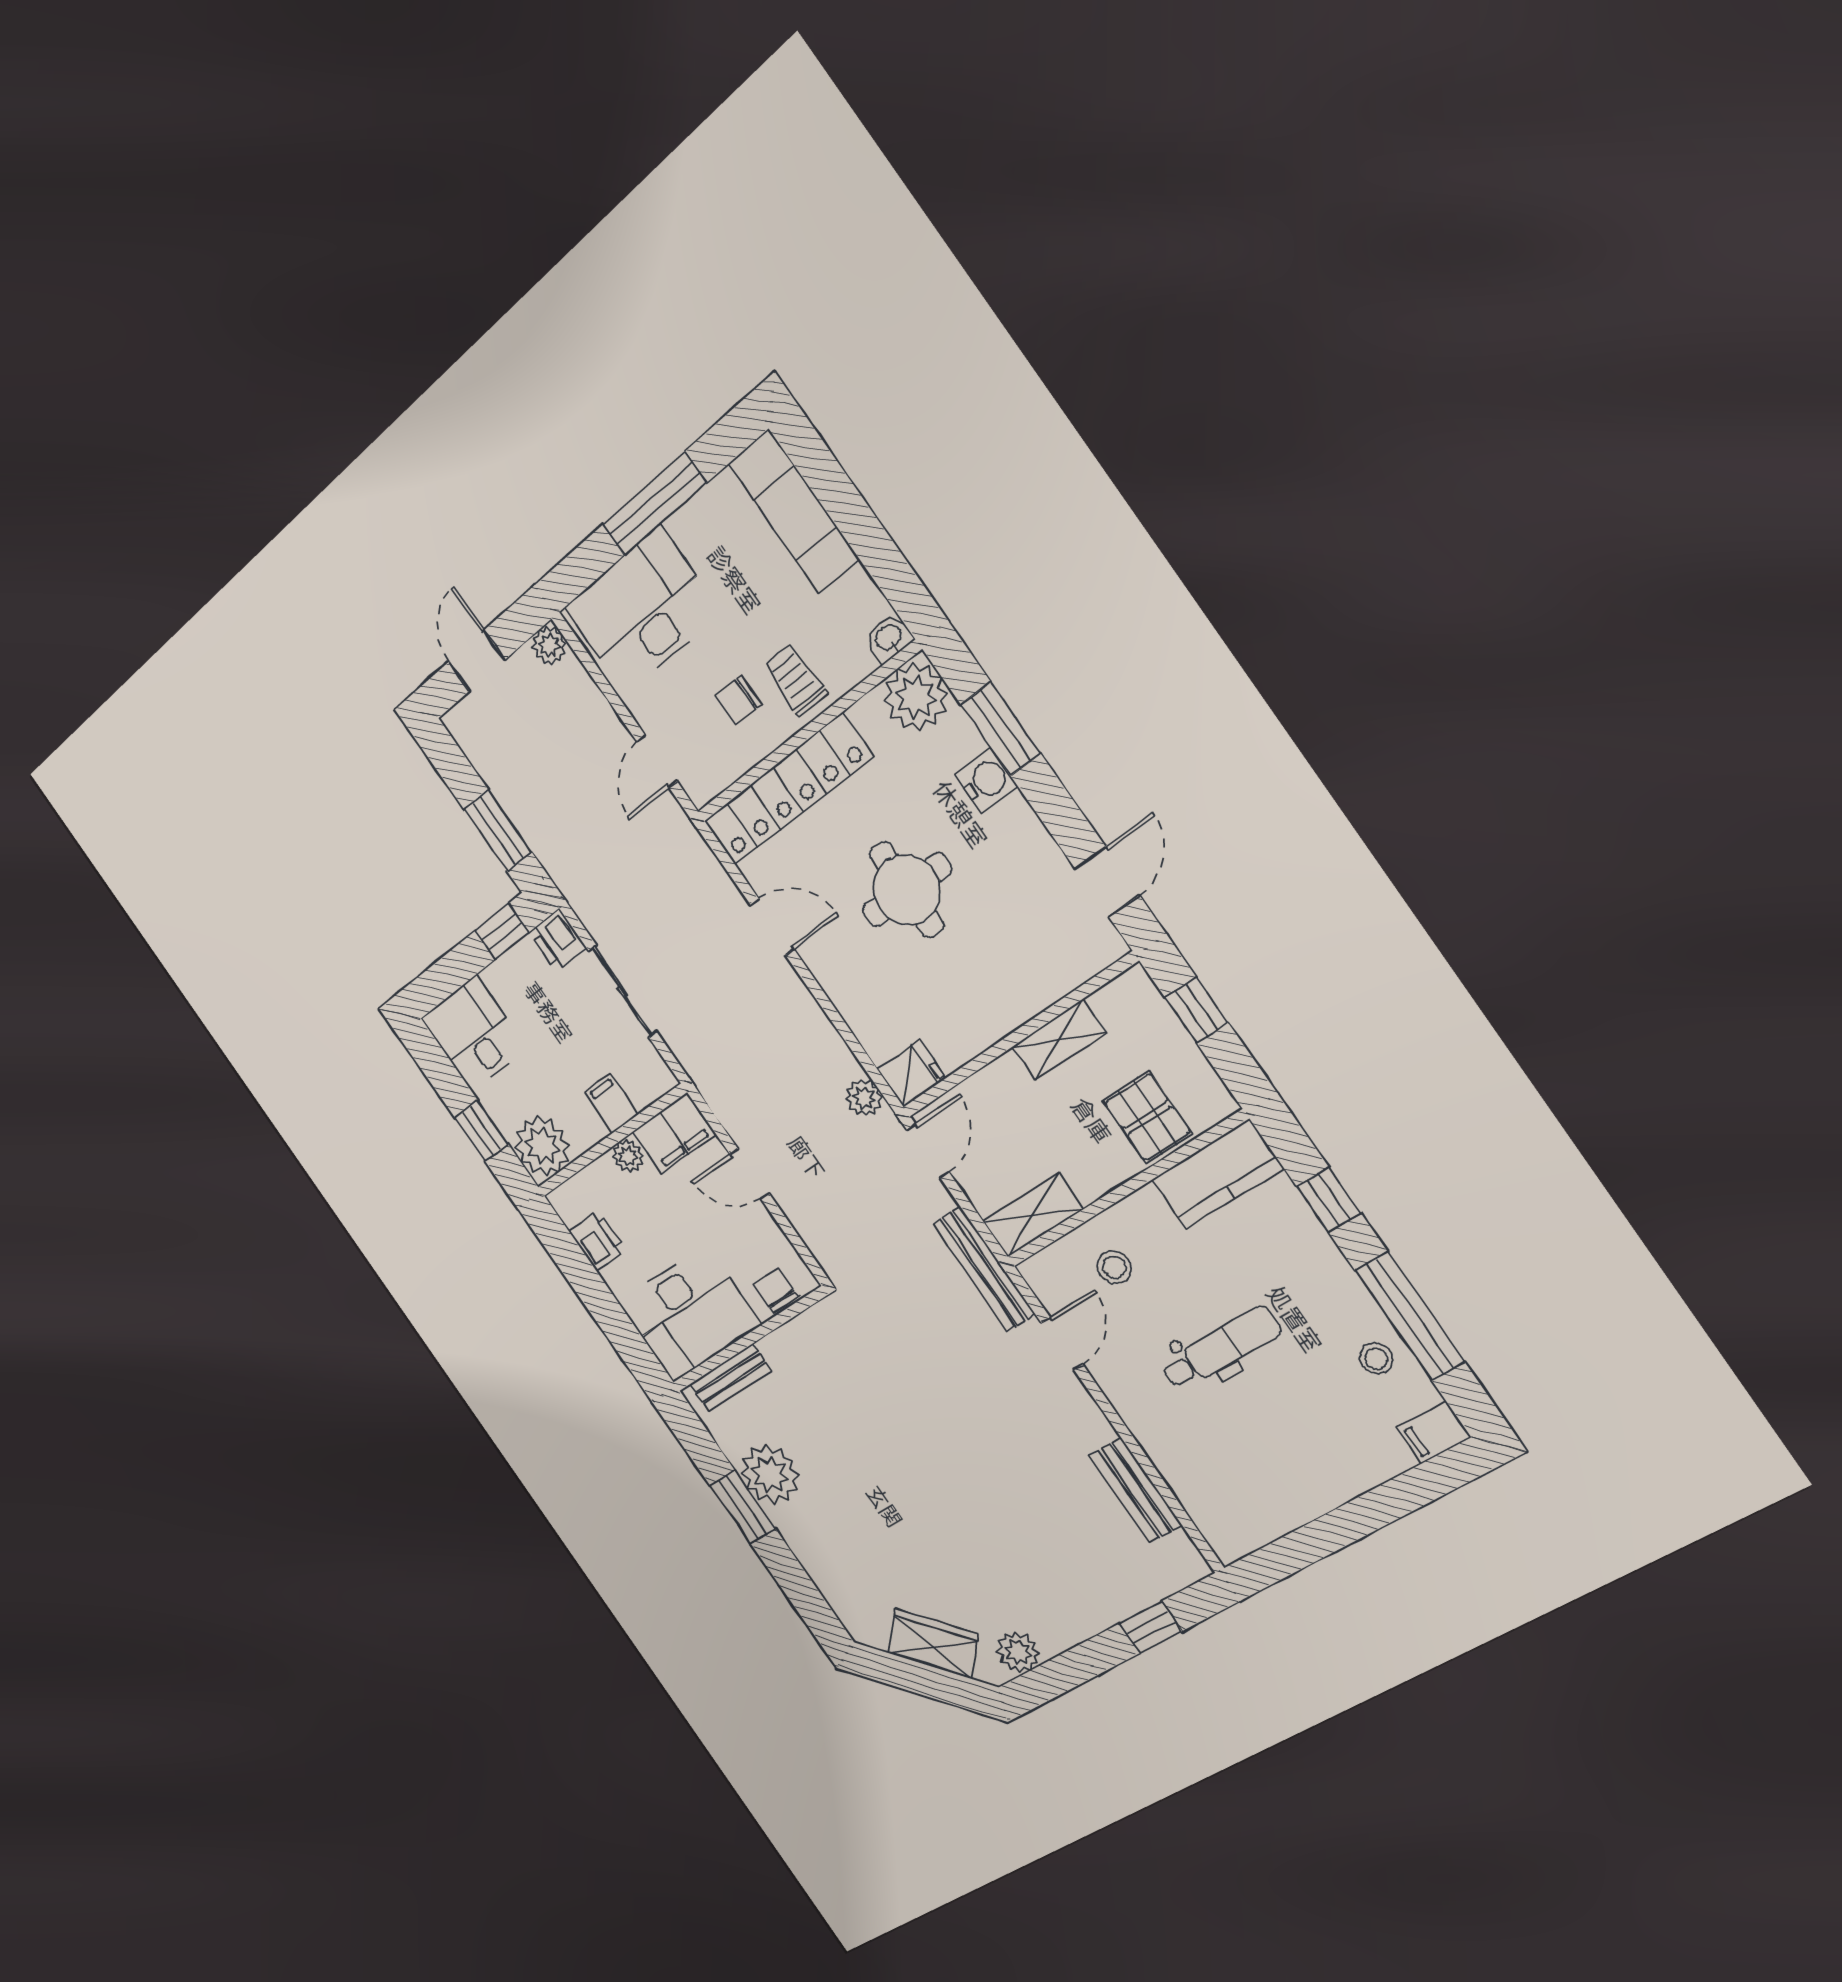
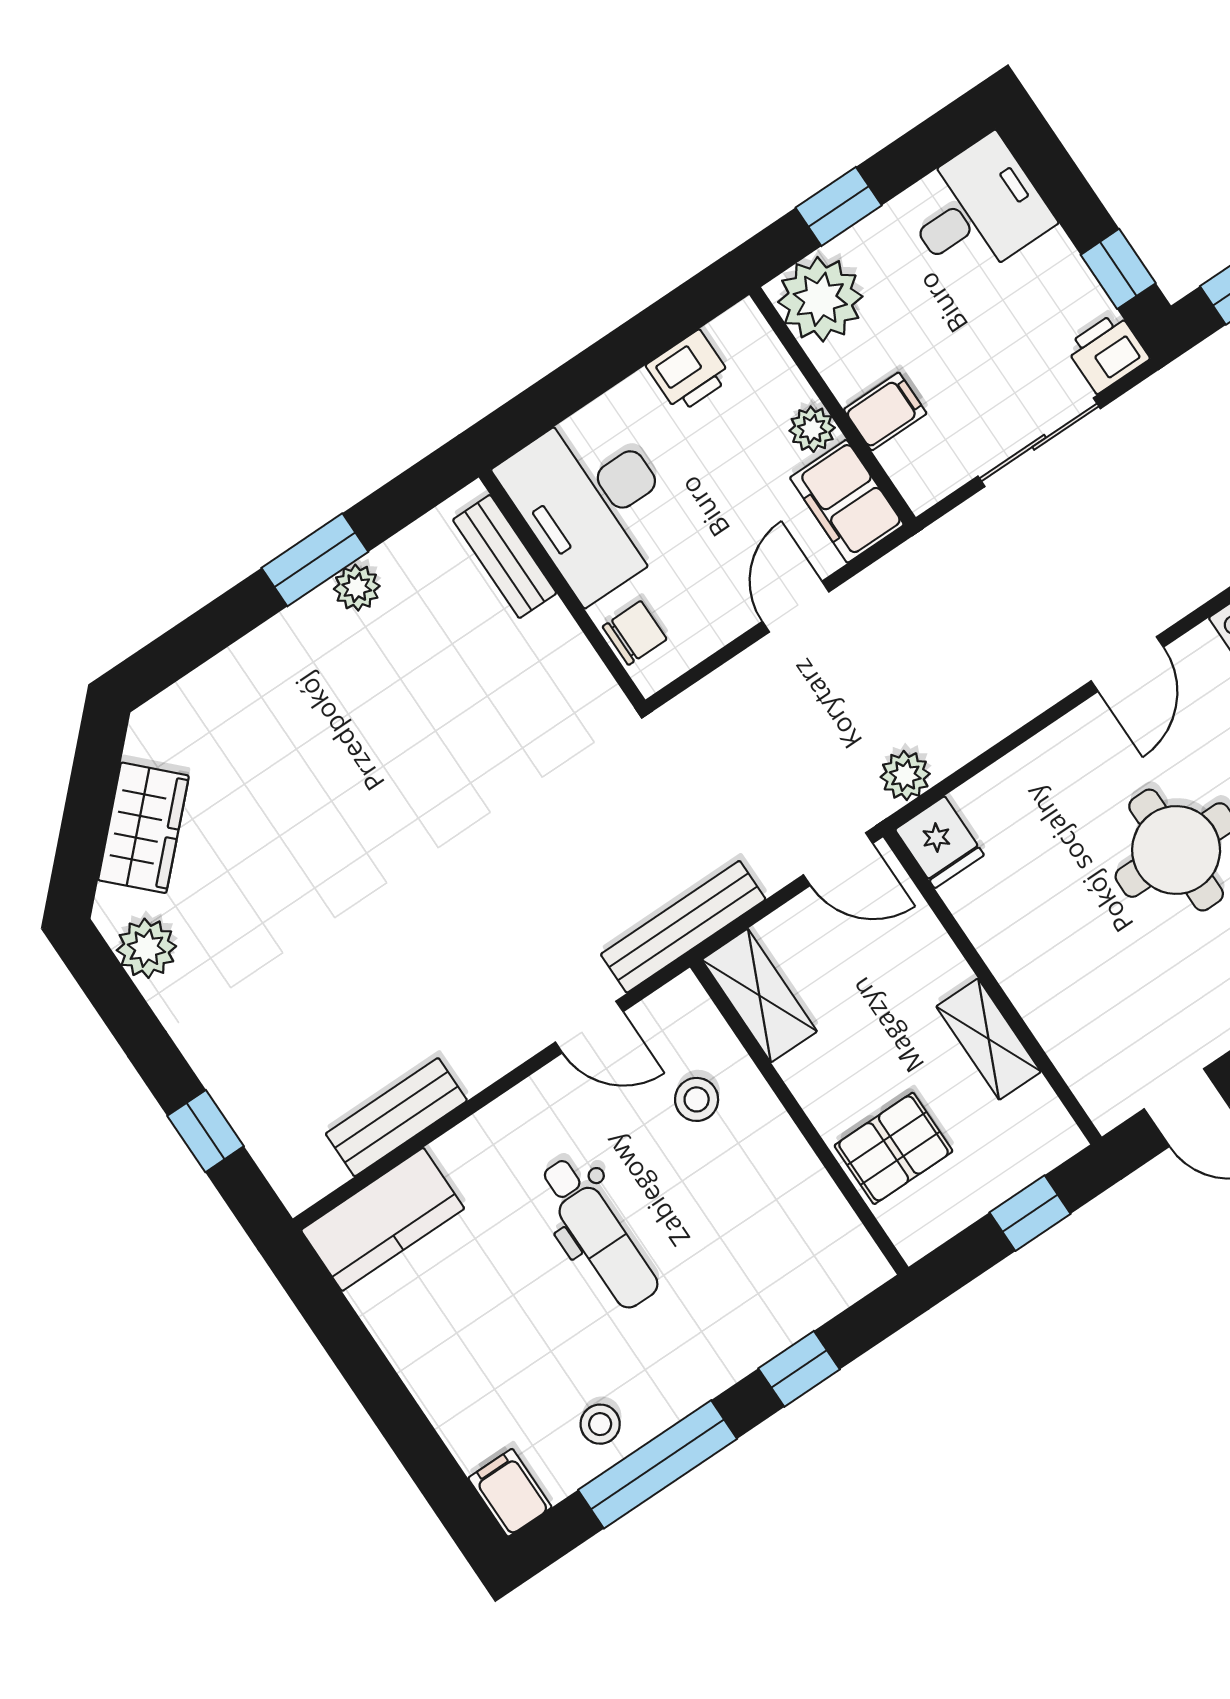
kitchen counter: (1218, 1174) -> (383, 1219), moved, turned -90
plant: (770, 1474) -> (357, 588), width x0.53, depth x0.53

